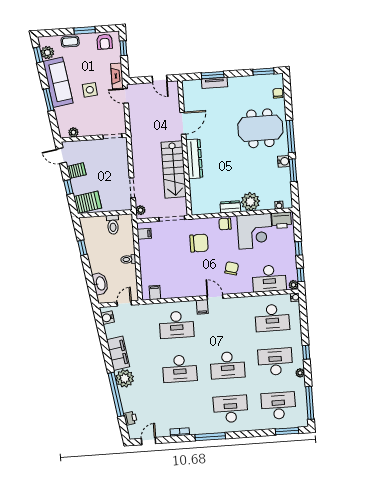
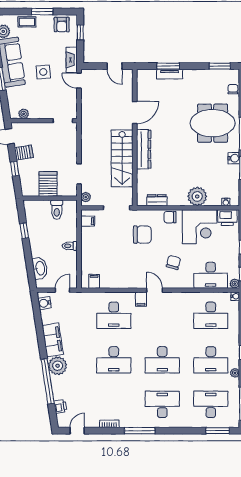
server rack: (88, 202) -> (48, 184), moved, turned -81
dresser: (230, 207) -> (157, 200), moved
desk: (275, 362) -> (211, 360), turned 180

